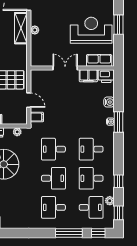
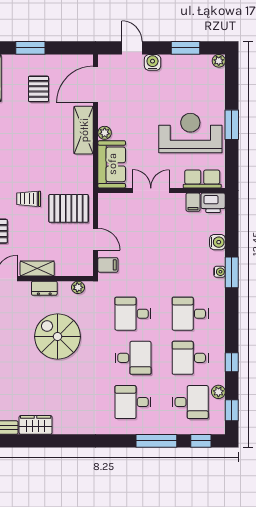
sofa: (39, 51) -> (112, 164), added
filing cabinet: (88, 76) -> (193, 202), width x0.50

